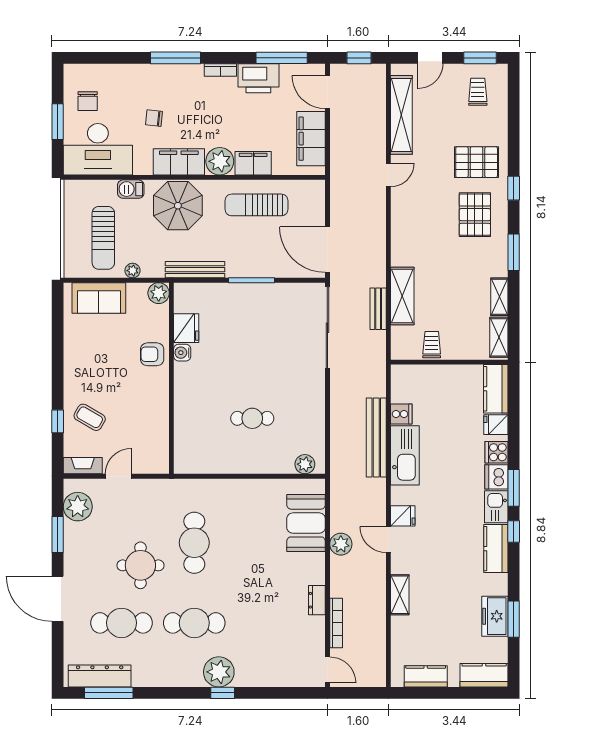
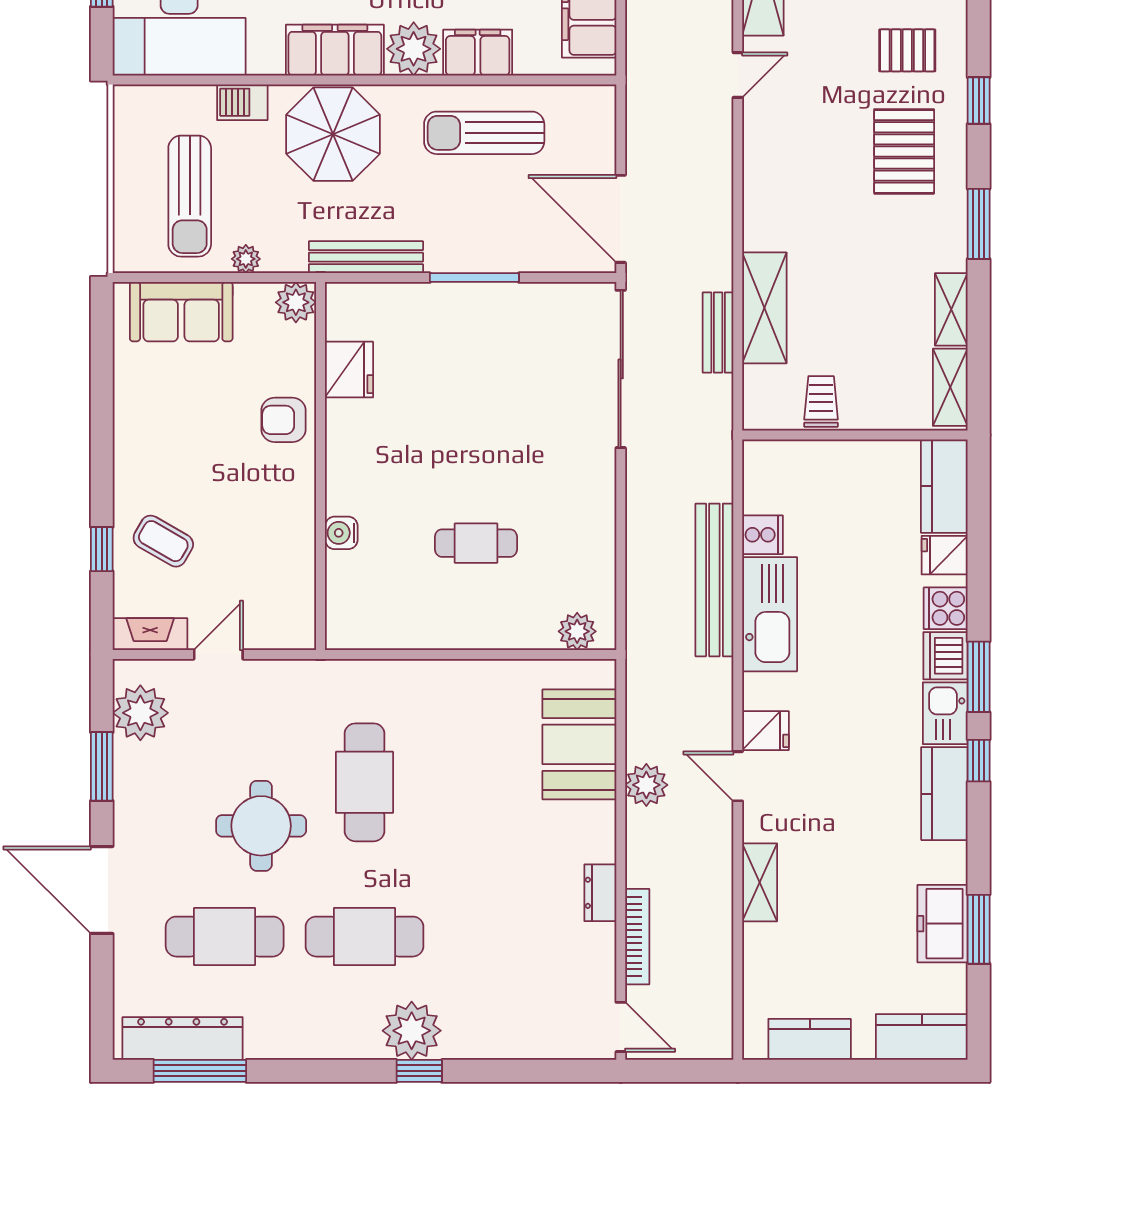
pallet: (477, 162) -> (907, 50), width x0.67, depth x0.71
water cooler: (182, 353) -> (341, 533), moved

